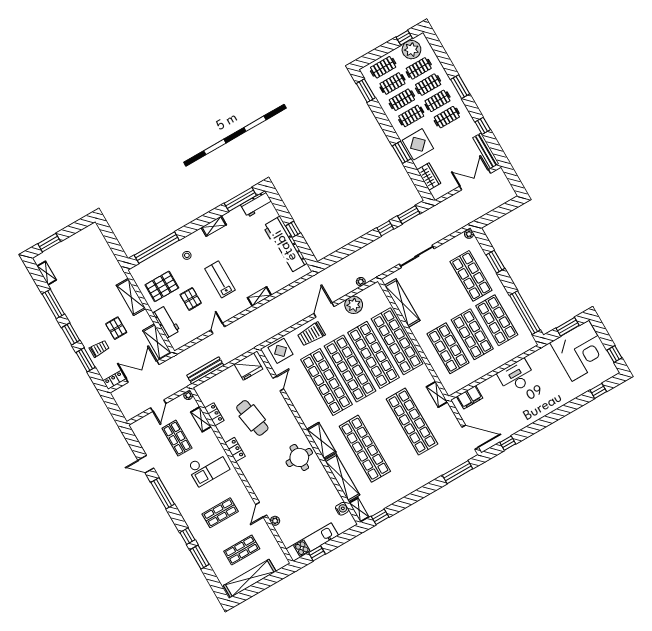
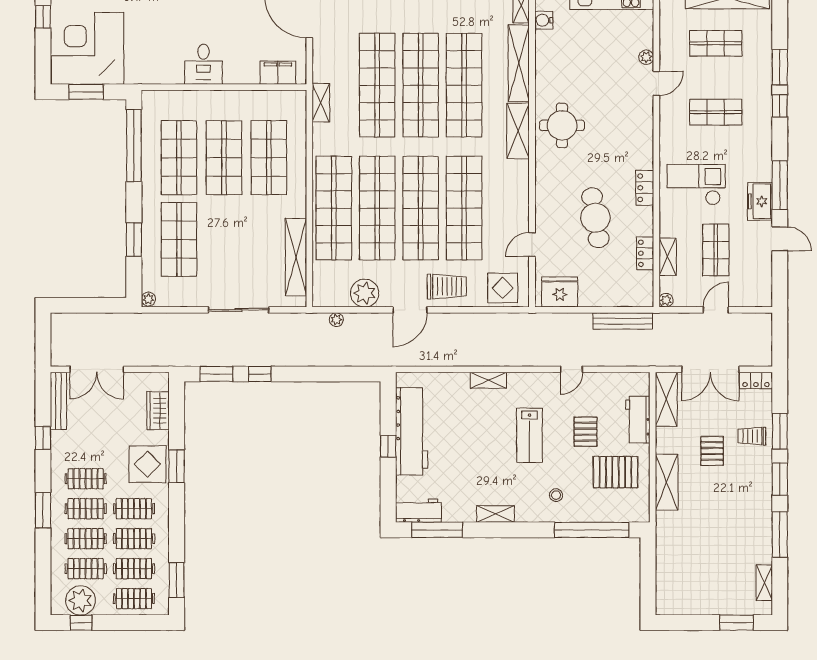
desk: (516, 376) -> (203, 64), width x0.73
shop shelf: (388, 435) -> (421, 85), added
freezer: (168, 478) -> (760, 201), added

